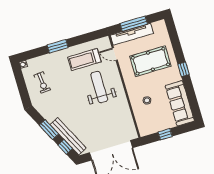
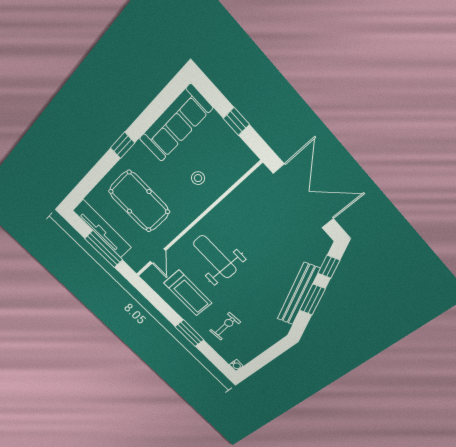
tv unit: (132, 34) -> (102, 229), moved
exercise bike: (42, 82) -> (225, 326), moved
weight bench: (99, 87) -> (215, 257), turned 90
bench: (68, 136) -> (298, 294), moved

